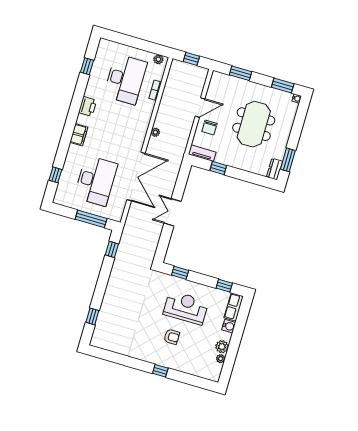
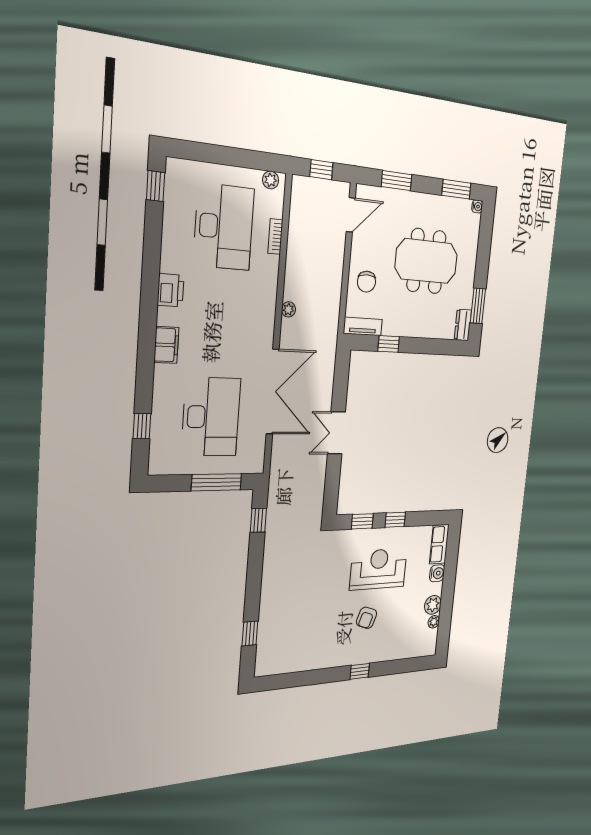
window: (87, 66) -> (156, 186), moved
door: (200, 108) -> (351, 215), moved
meeting table: (254, 124) -> (426, 261), turned 90
window: (224, 286) -> (395, 520), moved
armchair: (172, 337) -> (367, 618), turned 109

